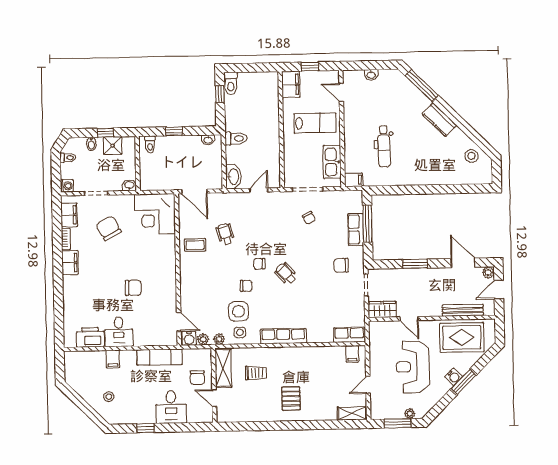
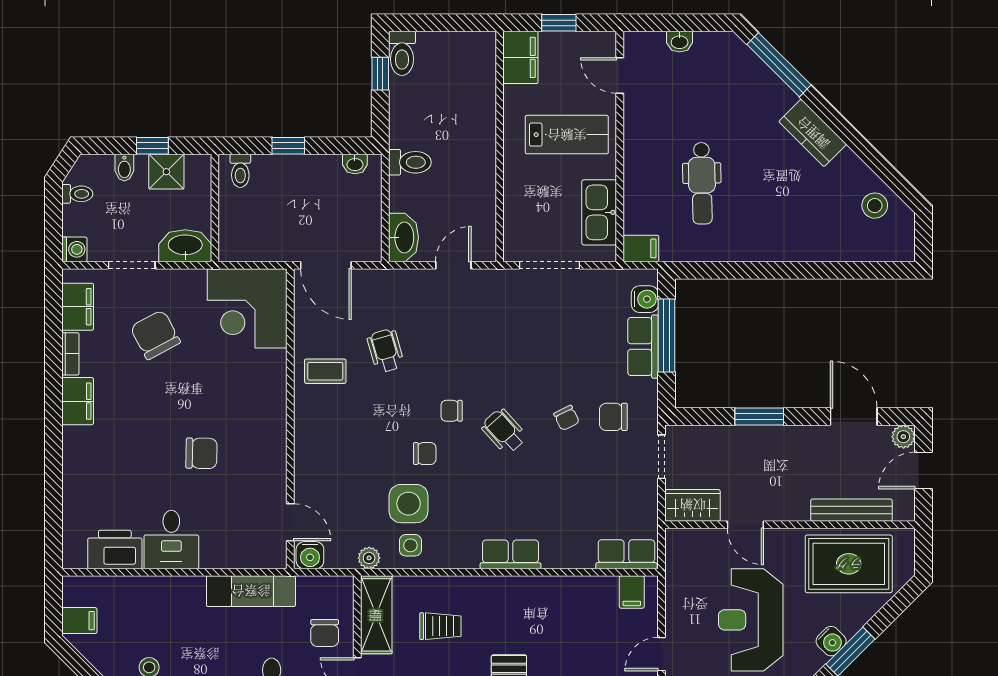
washbasin: (129, 185) -> (185, 246), width x1.91, depth x1.45
water cooler: (356, 205) -> (645, 299), added
chair: (309, 218) -> (567, 418), moved
row of seats: (283, 336) -> (510, 554), width x0.68
plant: (203, 339) -> (337, 558), removed
filing cabinet: (113, 359) -> (79, 621), moved, turned -90

